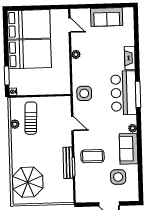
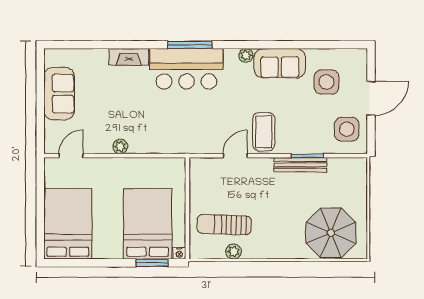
bed: (30, 54) -> (148, 224), moved
side table: (84, 93) -> (347, 129), moved
coffee table: (92, 156) -> (264, 132), moved

